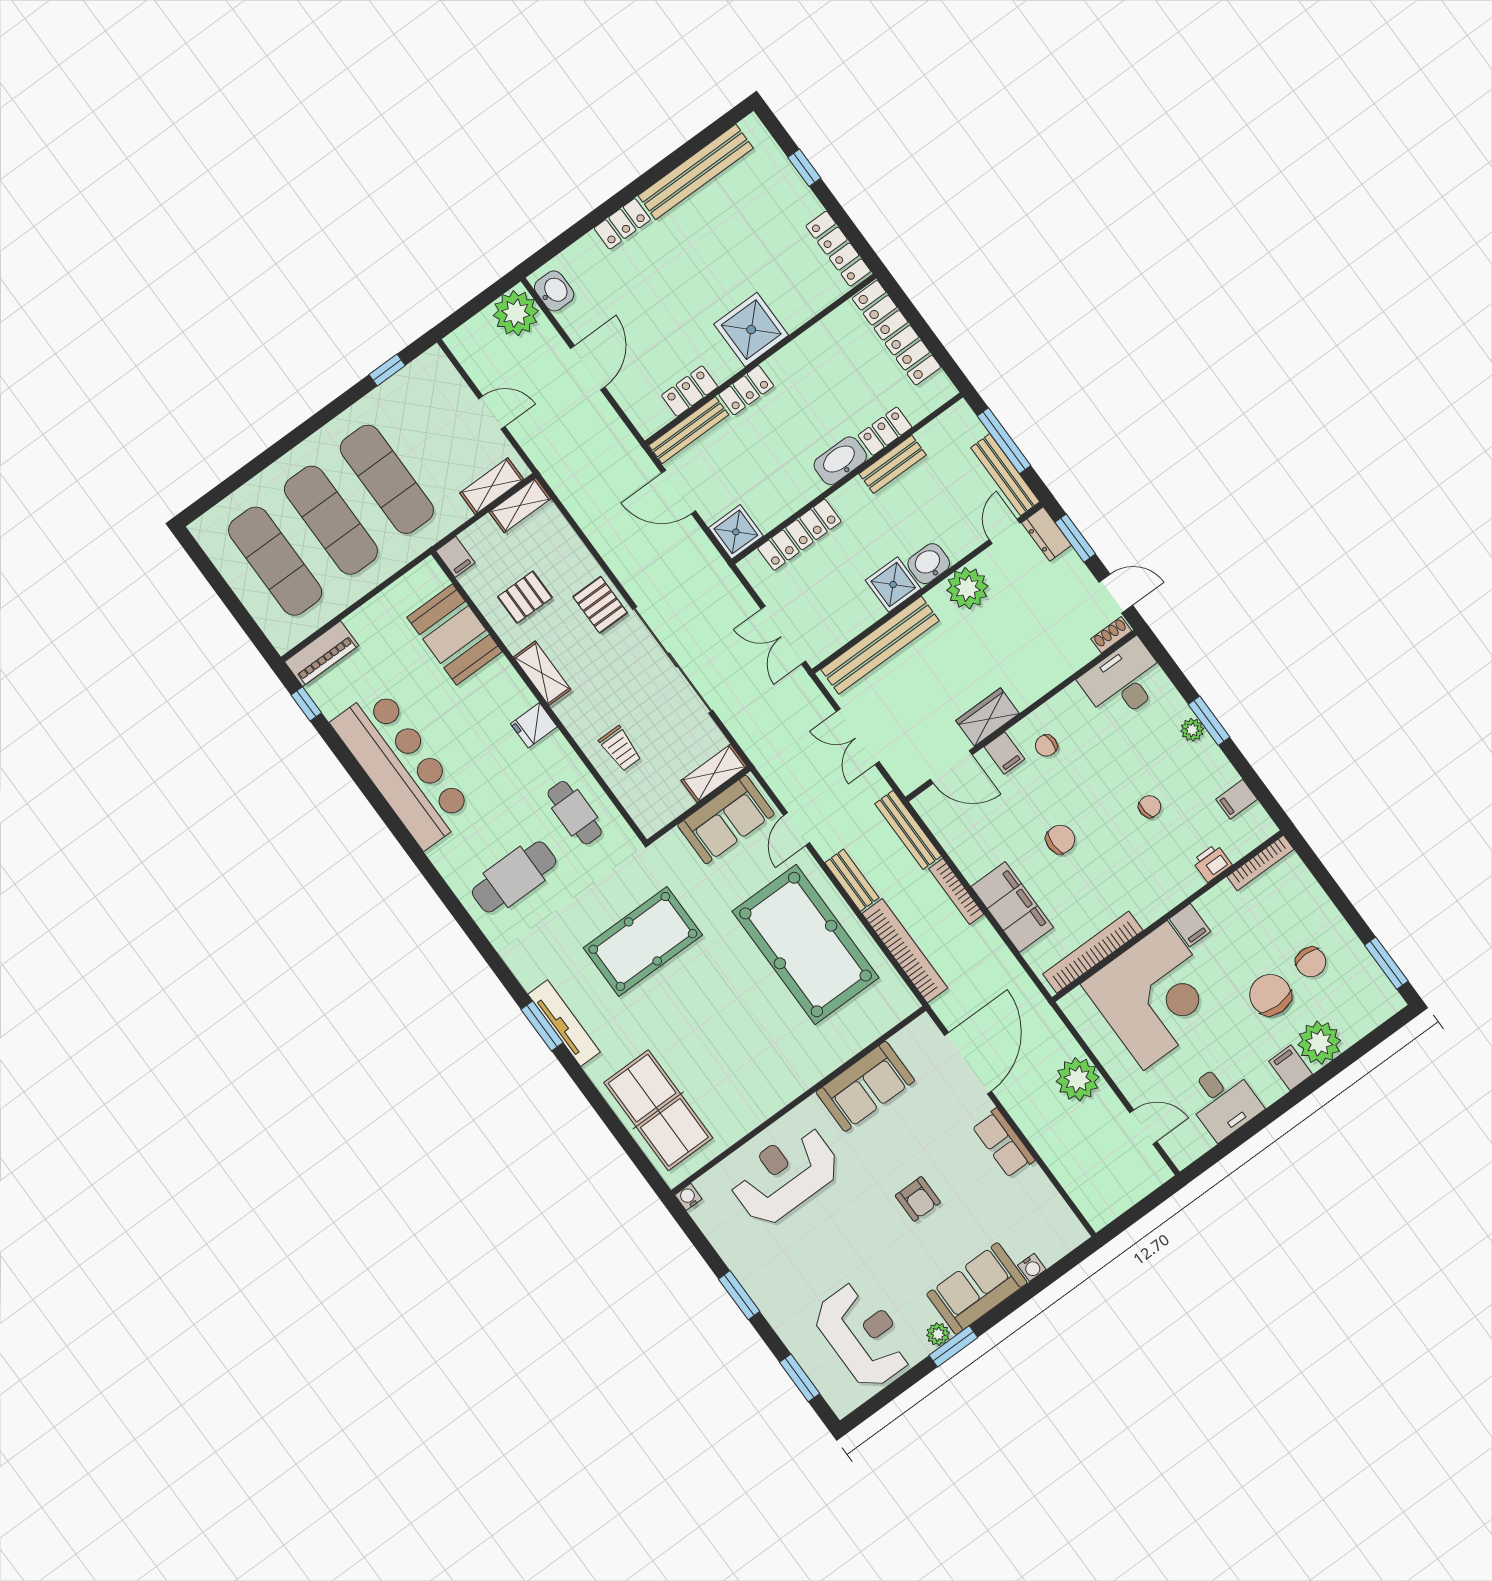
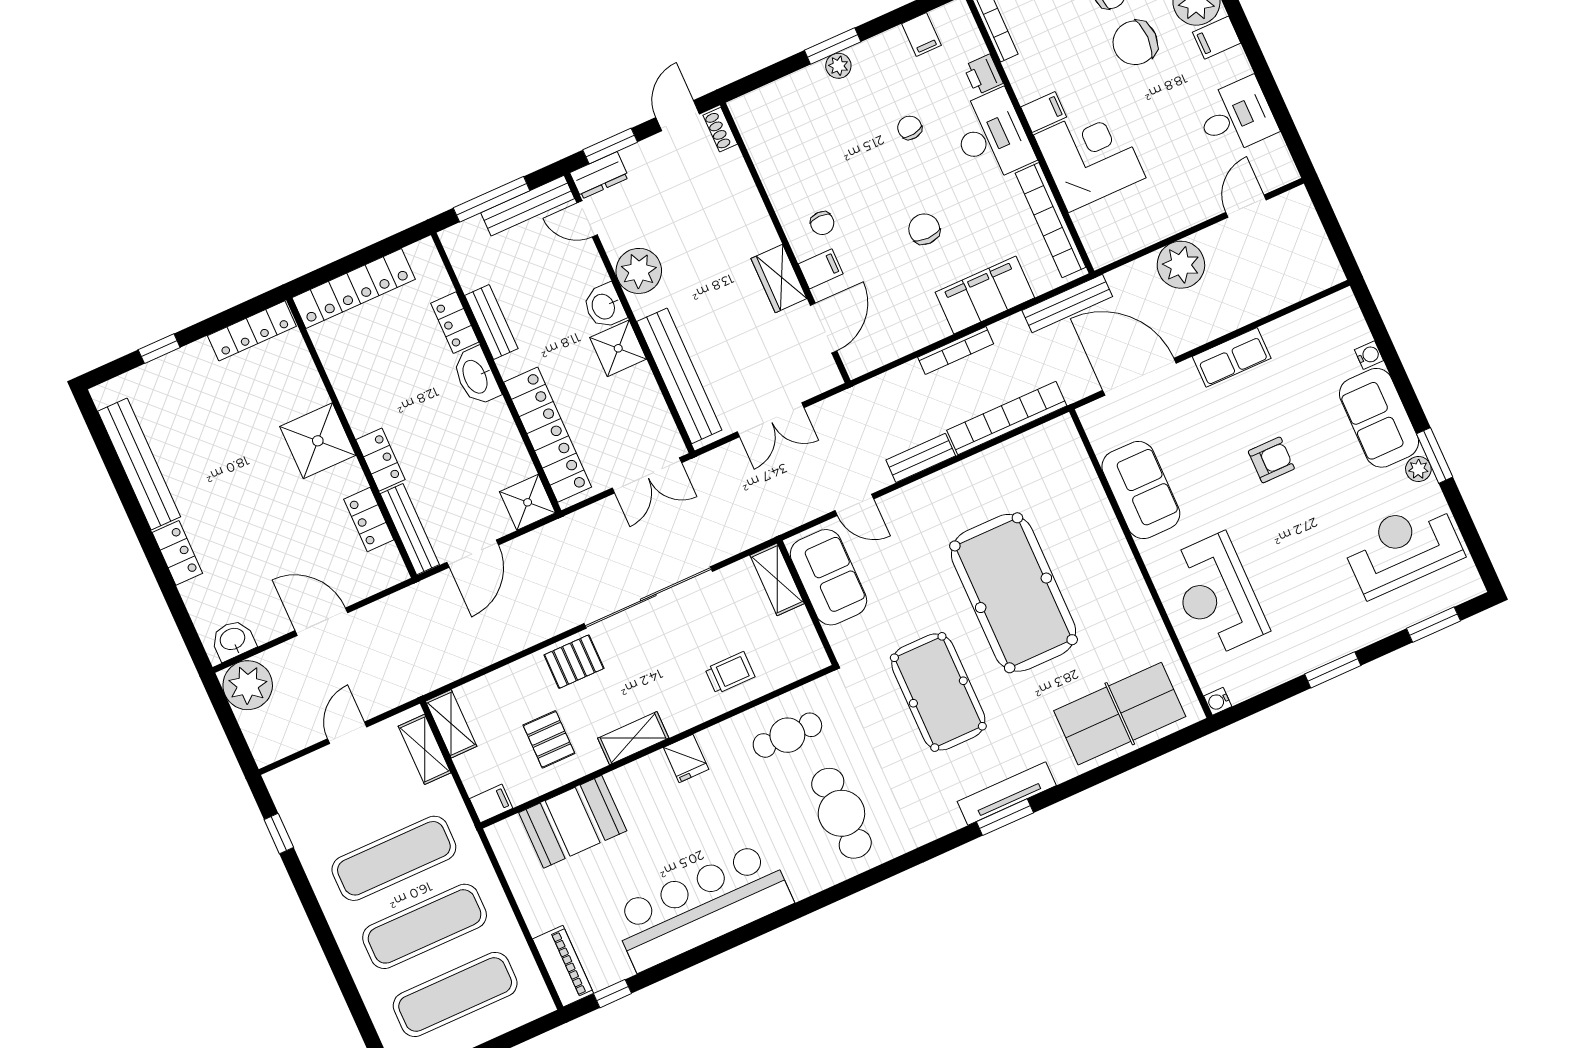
locker: (799, 535) -> (548, 435), width x1.41, depth x1.21
desk: (1124, 681) -> (992, 136), moved, turned 180
bench: (908, 830) -> (1067, 303), moved
pool table: (806, 945) -> (1014, 593), moved, turned 90
corner desk: (1155, 995) -> (1090, 156), width x0.74, depth x0.74

